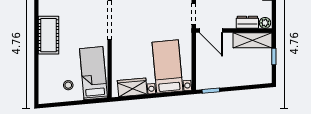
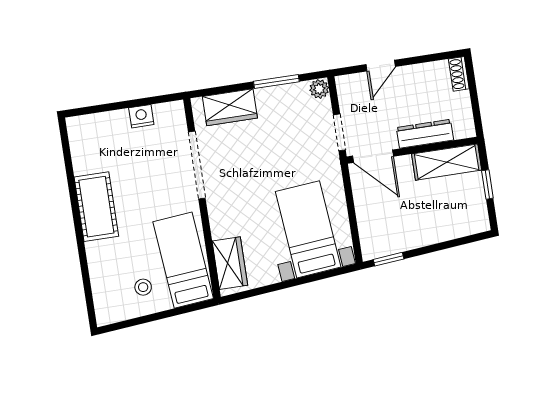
dresser: (247, 22) -> (425, 134), width x1.44
plant: (265, 23) -> (463, 129), removed
wardrobe: (132, 87) -> (230, 263), moved, turned 95

